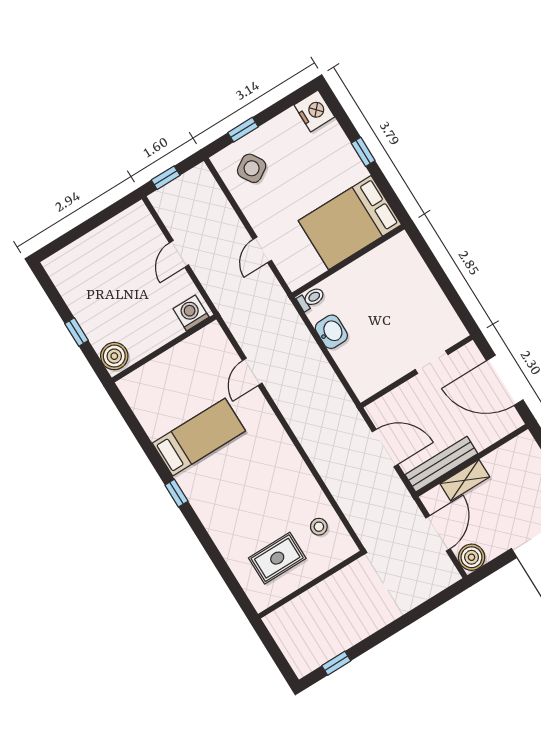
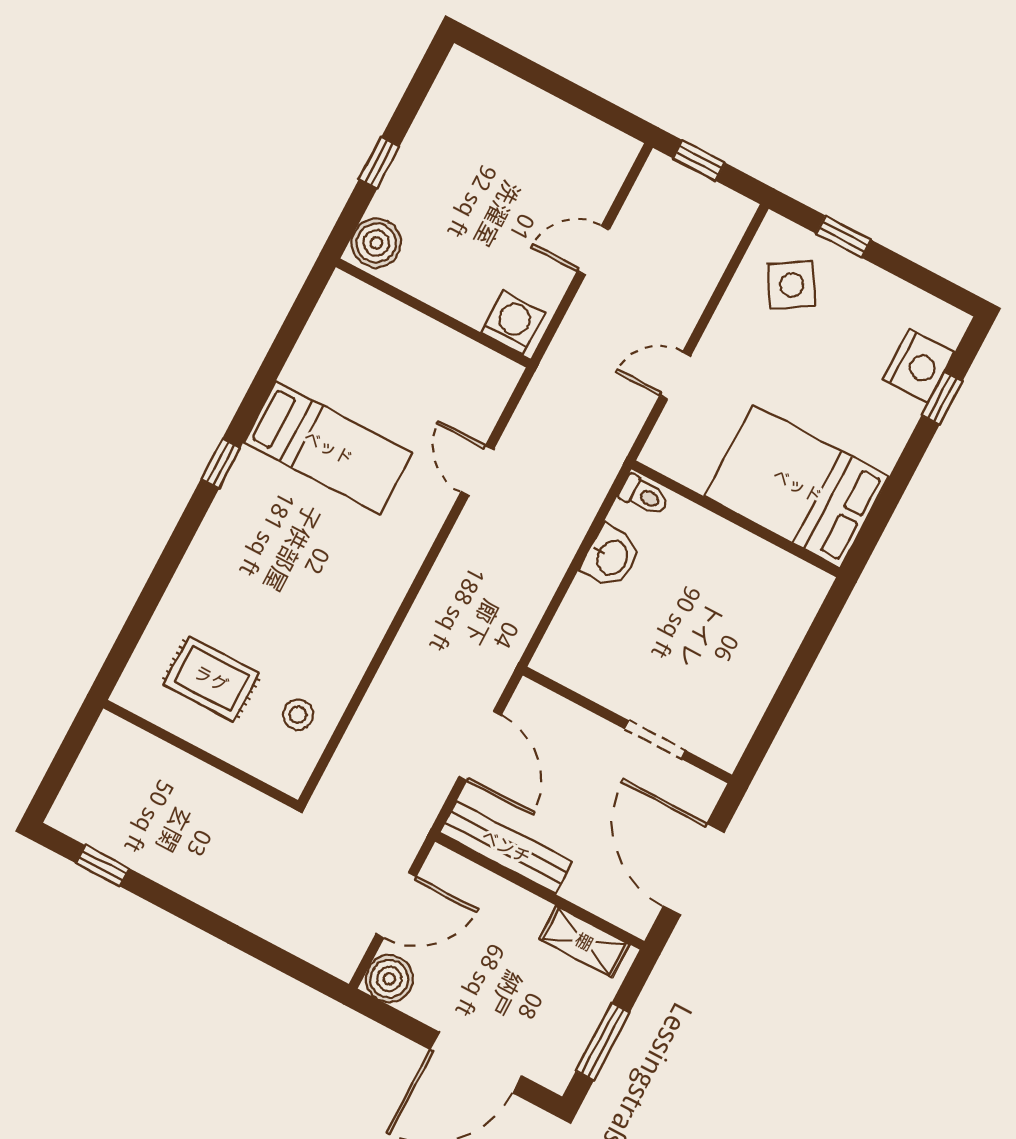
nightstand: (314, 111) -> (919, 366), moved
window: (363, 152) -> (942, 398), moved
door: (252, 372) -> (477, 471), hinge flipped
shelving: (465, 480) -> (584, 942), moved

